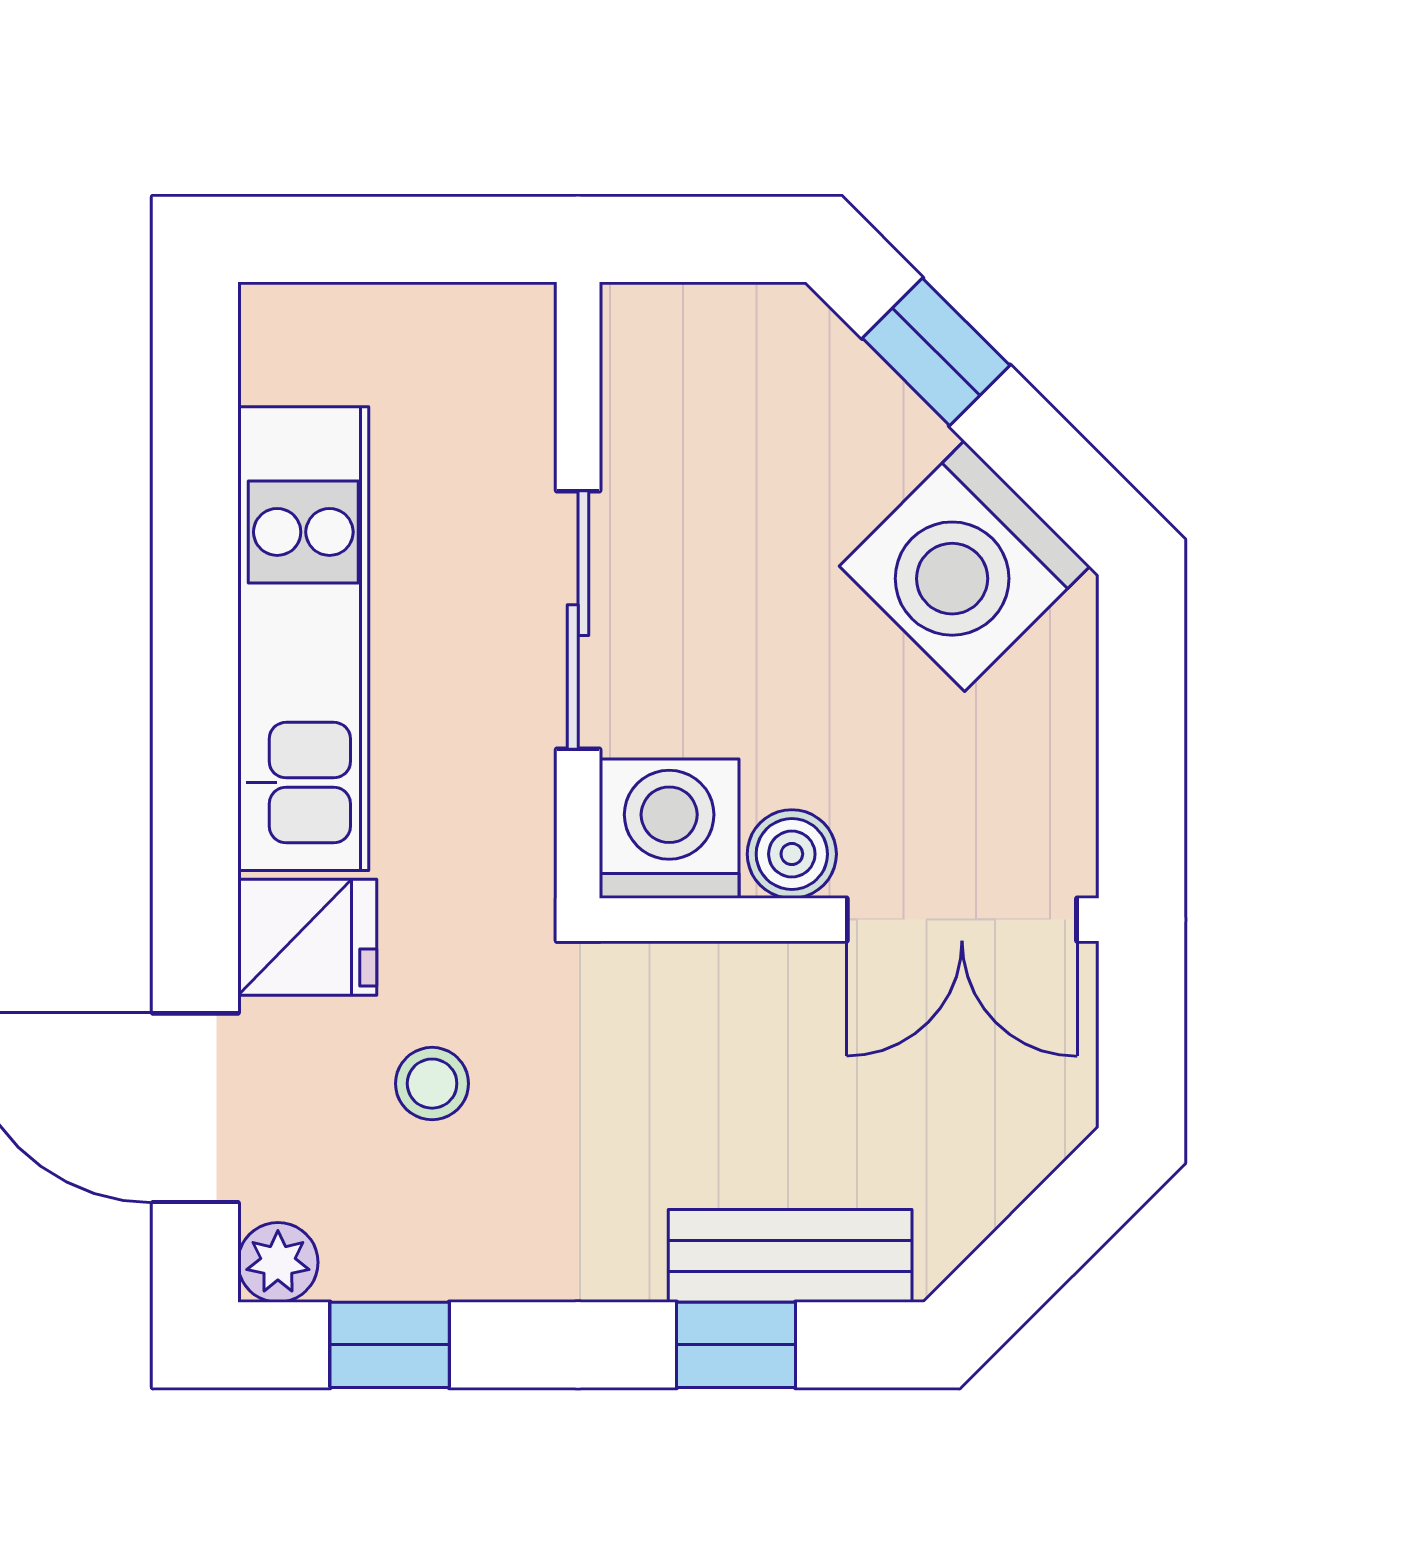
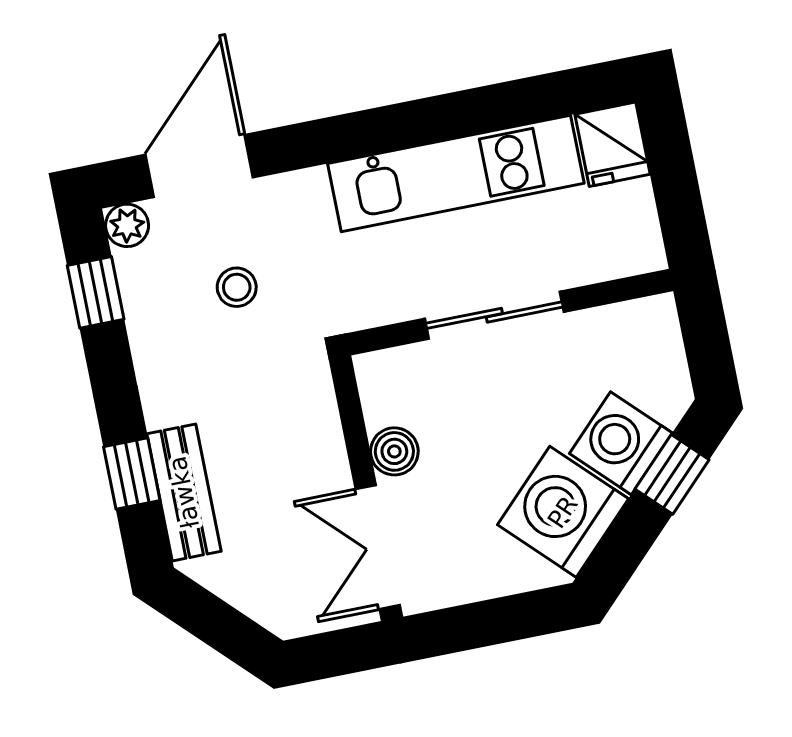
washing machine: (669, 829) -> (621, 443), moved, turned -135
fridge: (307, 937) -> (613, 144), moved

